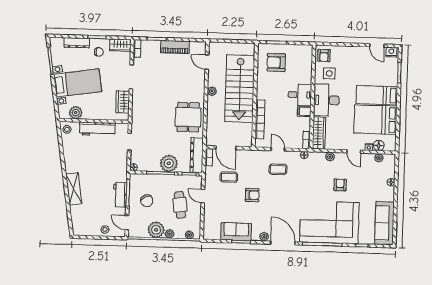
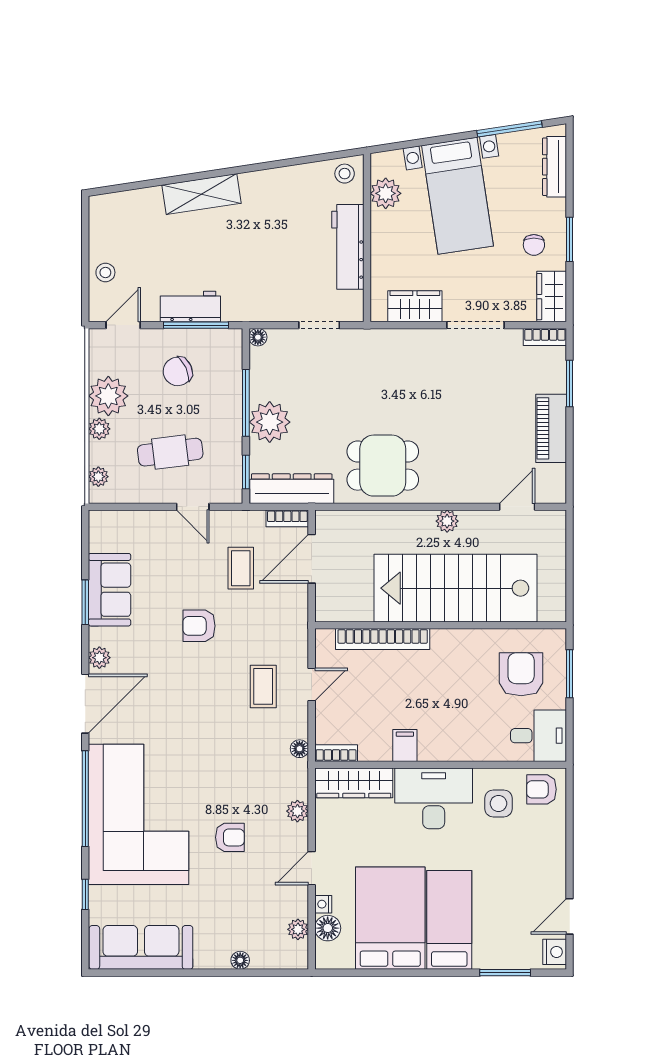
dresser: (77, 43) -> (555, 167), moved
desk: (300, 95) -> (539, 736), moved, turned -90
armchair: (252, 195) -> (199, 626), turned 90
door: (203, 196) -> (193, 507), swing flipped

